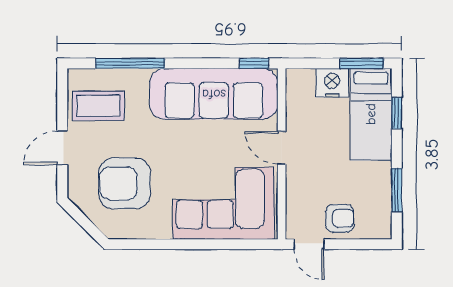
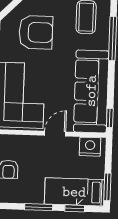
nightstand: (332, 83) -> (90, 147), moved, turned -90
armchair: (125, 183) -> (36, 32), turned 90
window: (397, 190) -> (39, 207), moved

